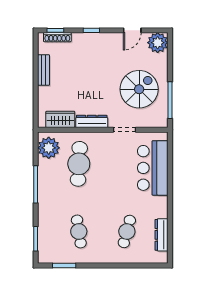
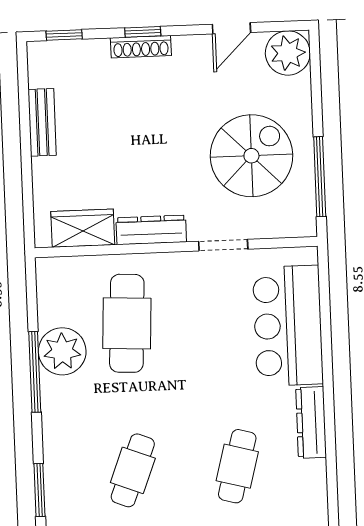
shoe rack: (57, 37) -> (141, 47), moved
plant: (49, 148) -> (62, 351), moved
cafe table: (79, 231) -> (133, 470), turned 30
dresser: (162, 235) -> (311, 422), moved

